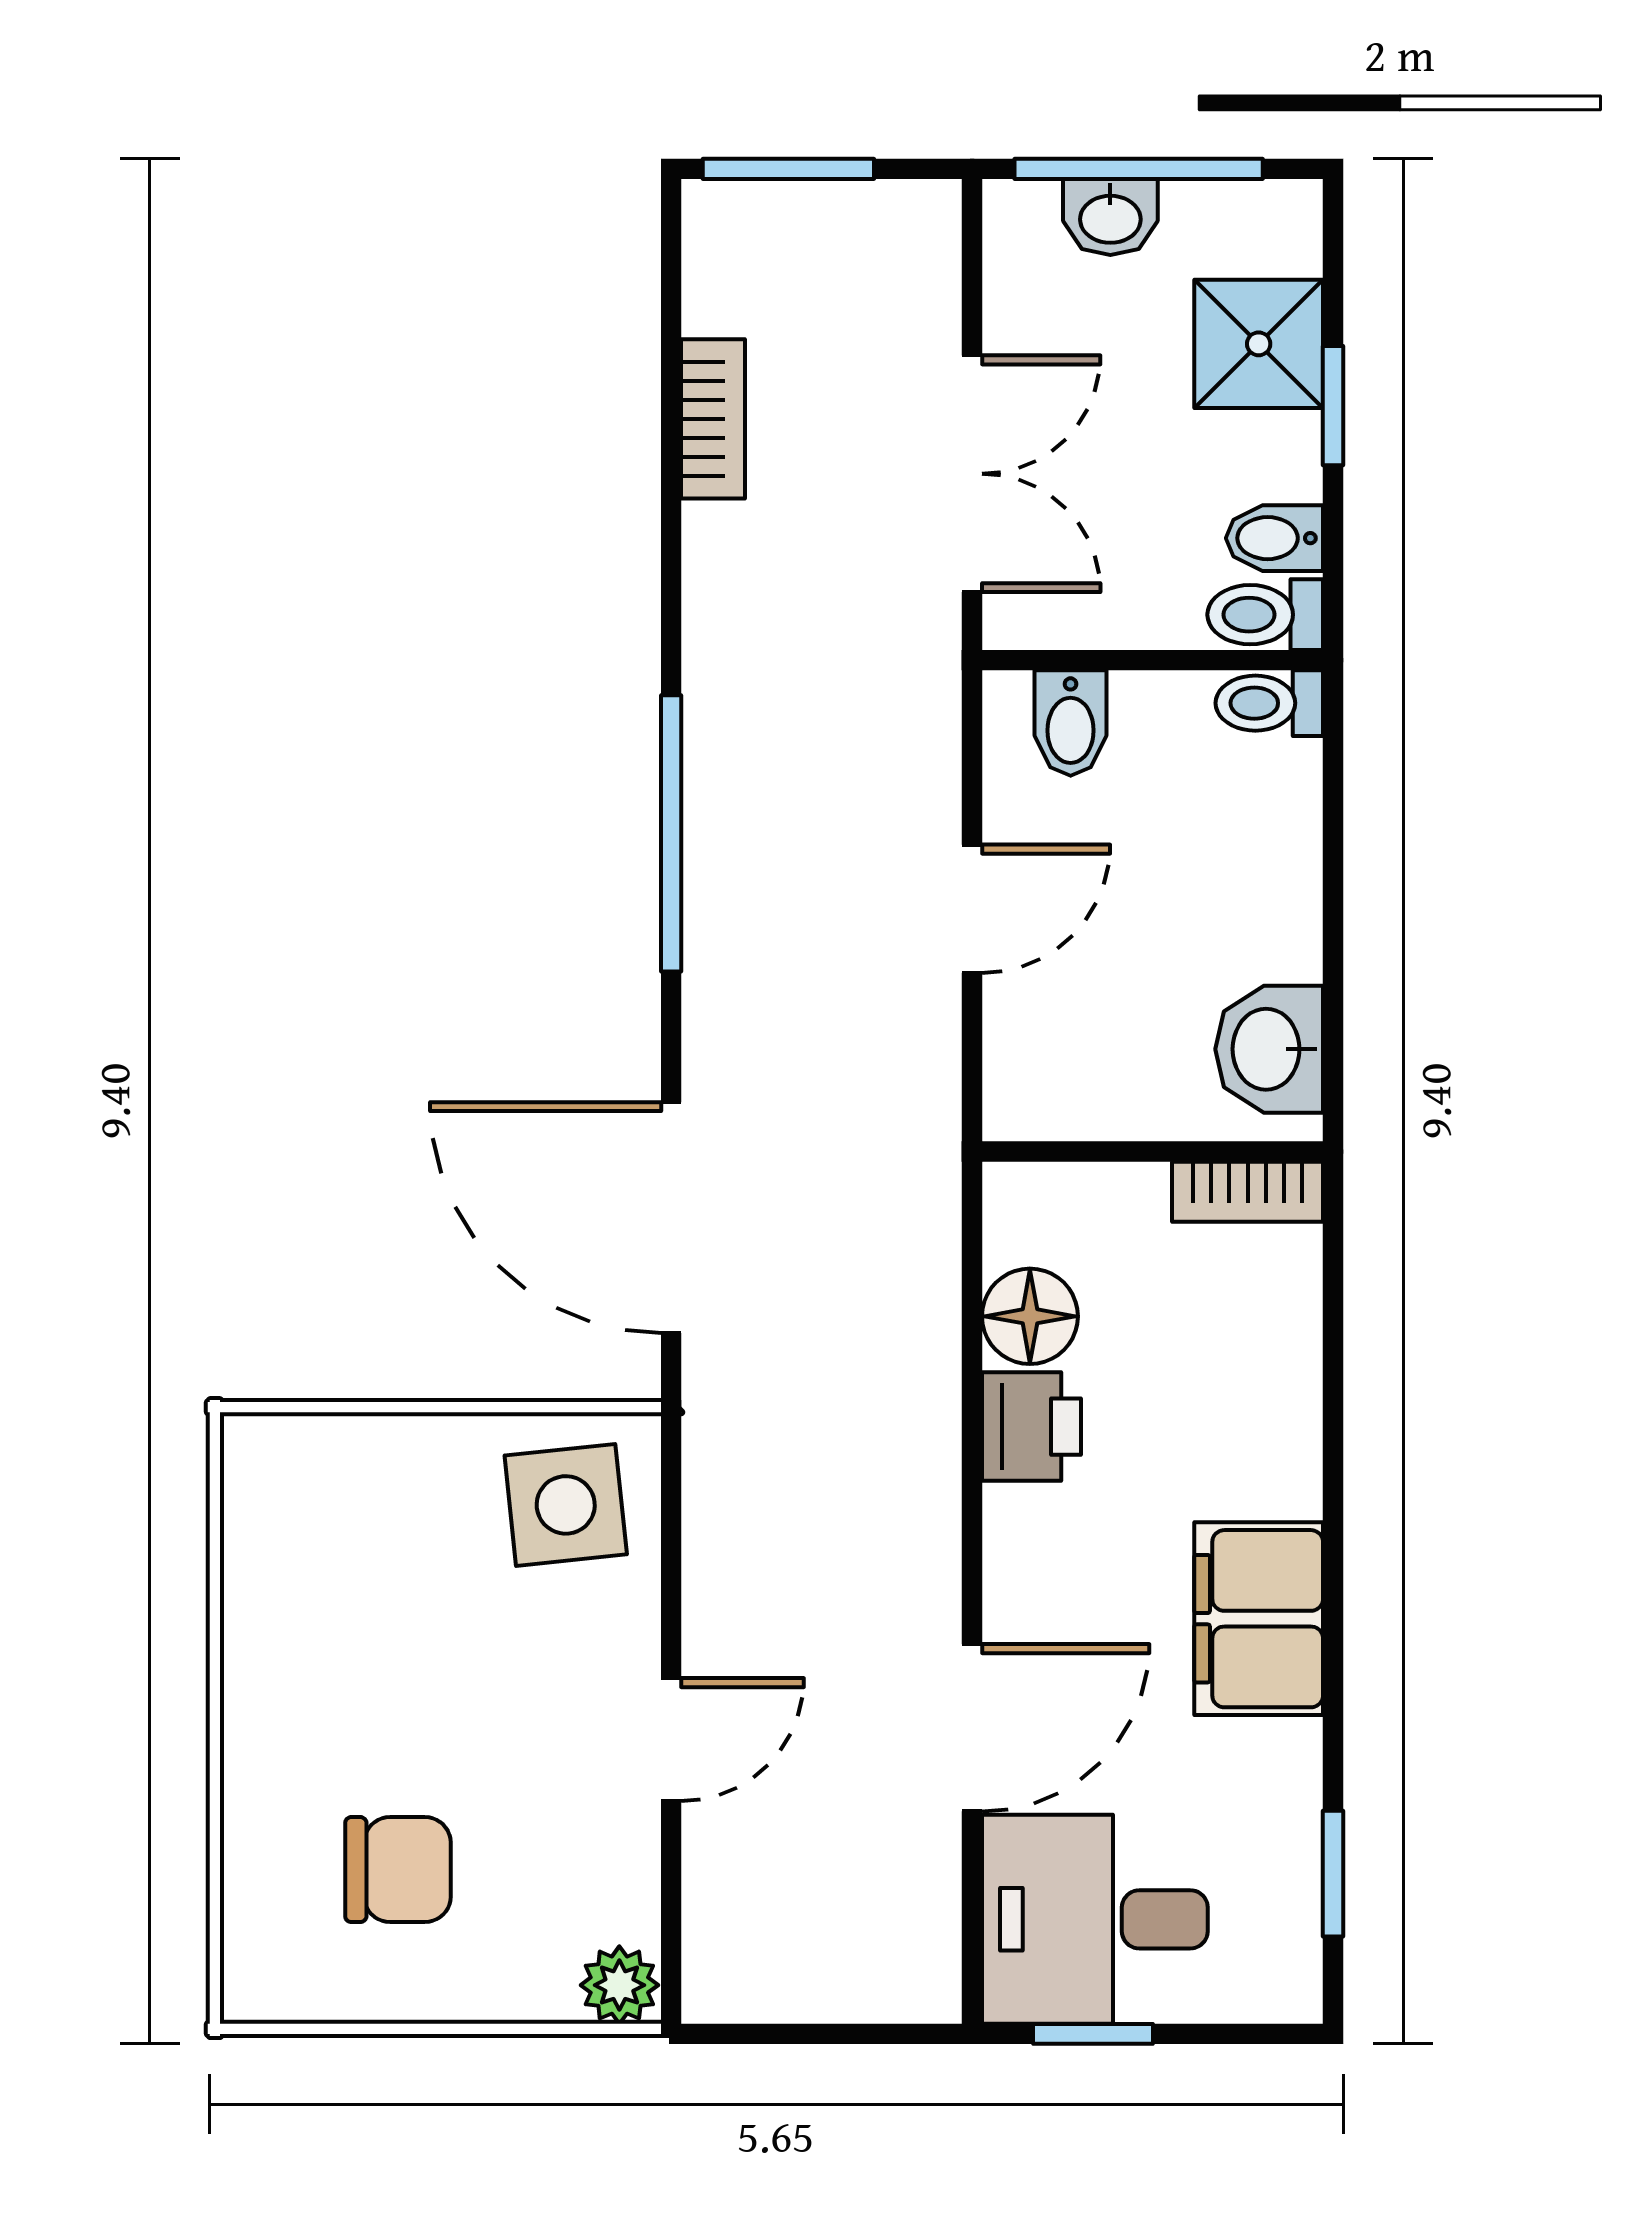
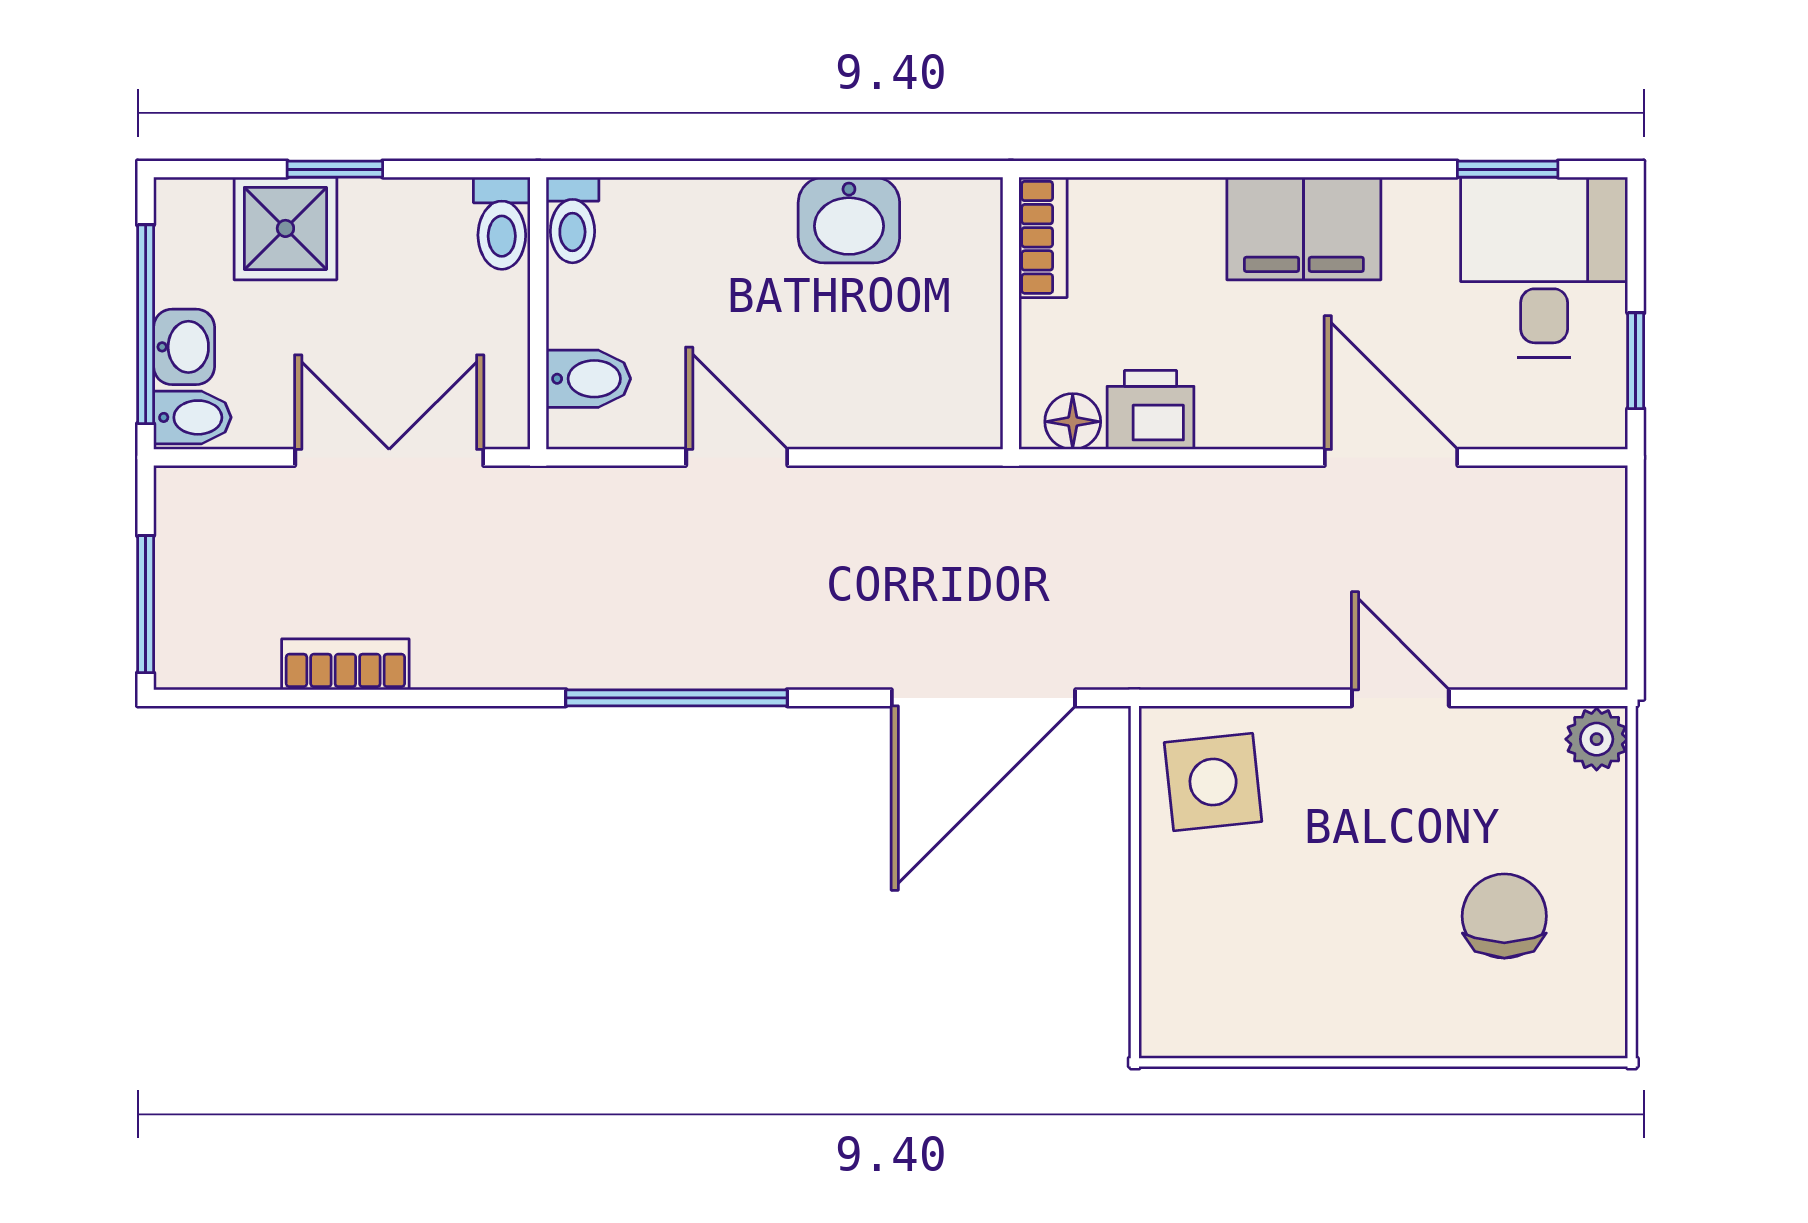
bidet: (1274, 538) -> (192, 417), moved, turned -90
wall: (1153, 1152) -> (1011, 313), moved
bookcase: (1248, 1192) -> (1043, 237), moved
floor lamp: (1030, 1316) -> (1073, 422), width x0.73, depth x0.73
desk: (1095, 1919) -> (1544, 267), moved, turned 180

